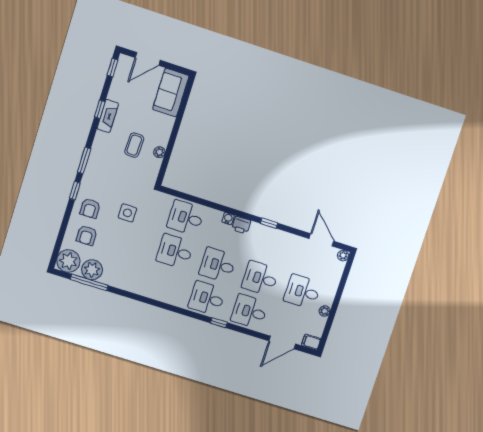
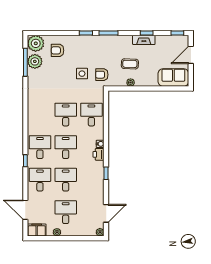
door: (148, 59) -> (191, 55), hinge flipped
armchair: (90, 208) -> (102, 75), moved
filing cabinet: (311, 342) -> (37, 230), width x2.00

